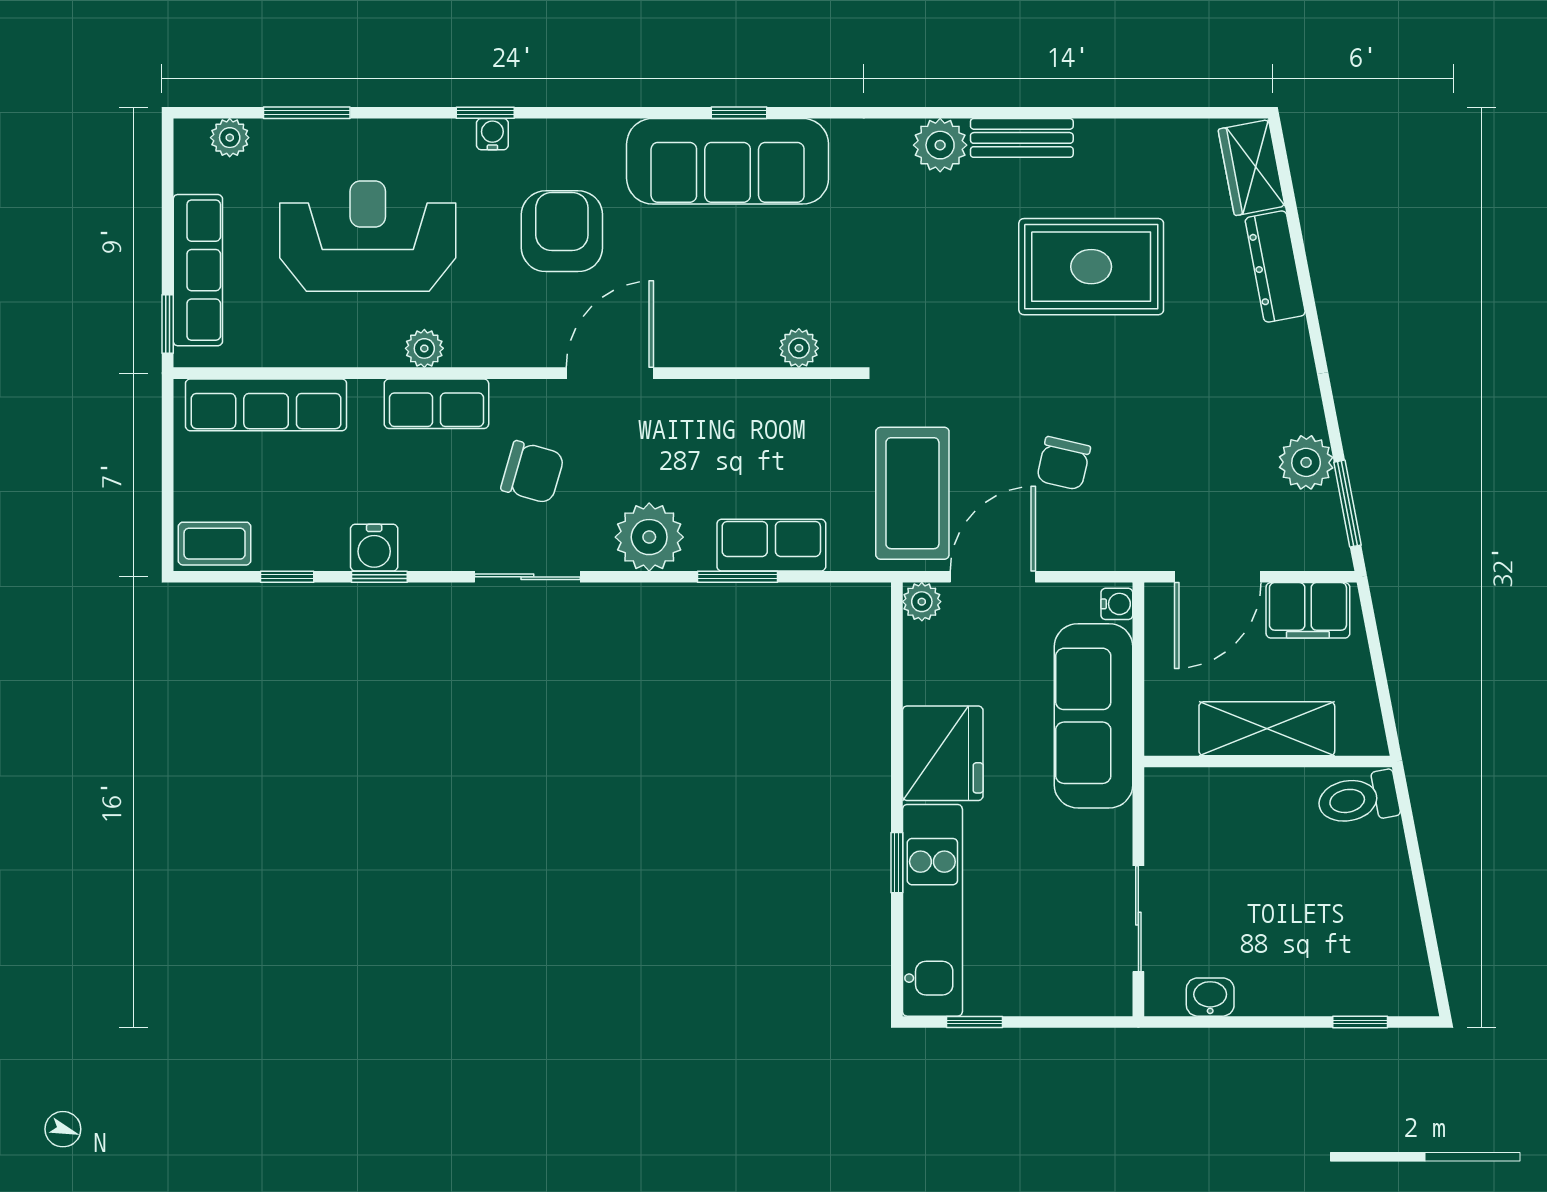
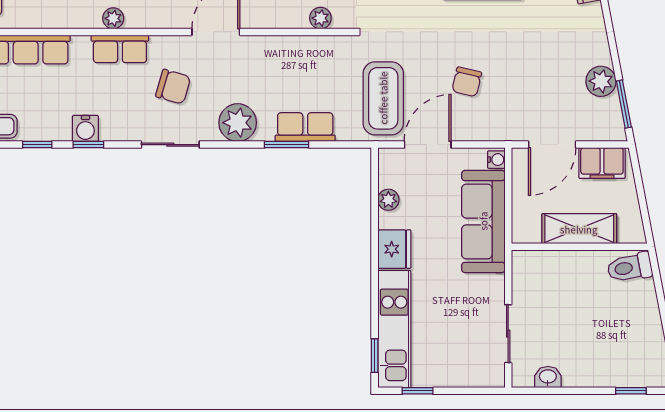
plant: (922, 602) -> (388, 200), moved
fridge: (943, 753) -> (394, 249), width x0.73, depth x0.75
window: (897, 863) -> (375, 356), moved

